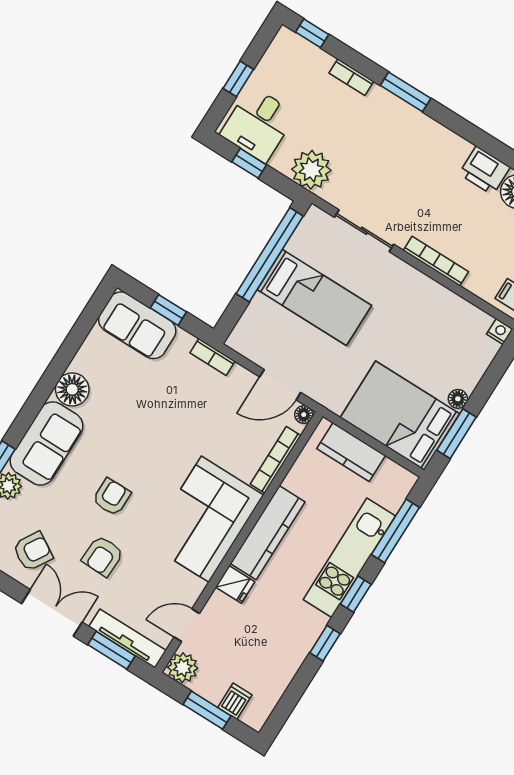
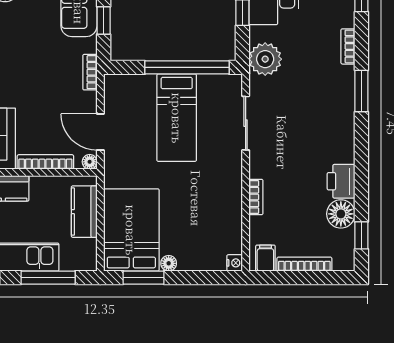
bookcase: (436, 261) -> (256, 197), width x0.64

